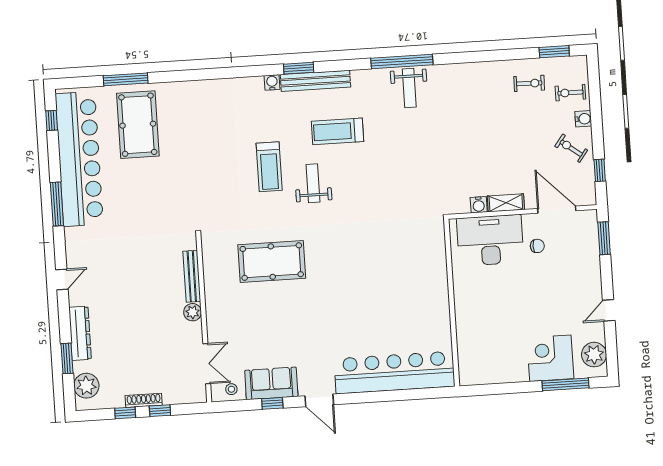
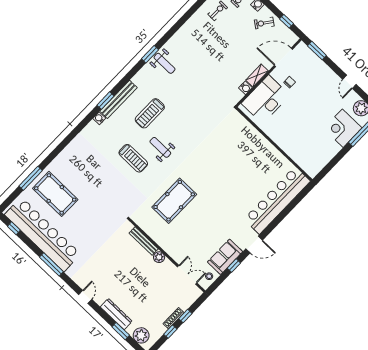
window: (402, 61) -> (150, 54), width x0.47

